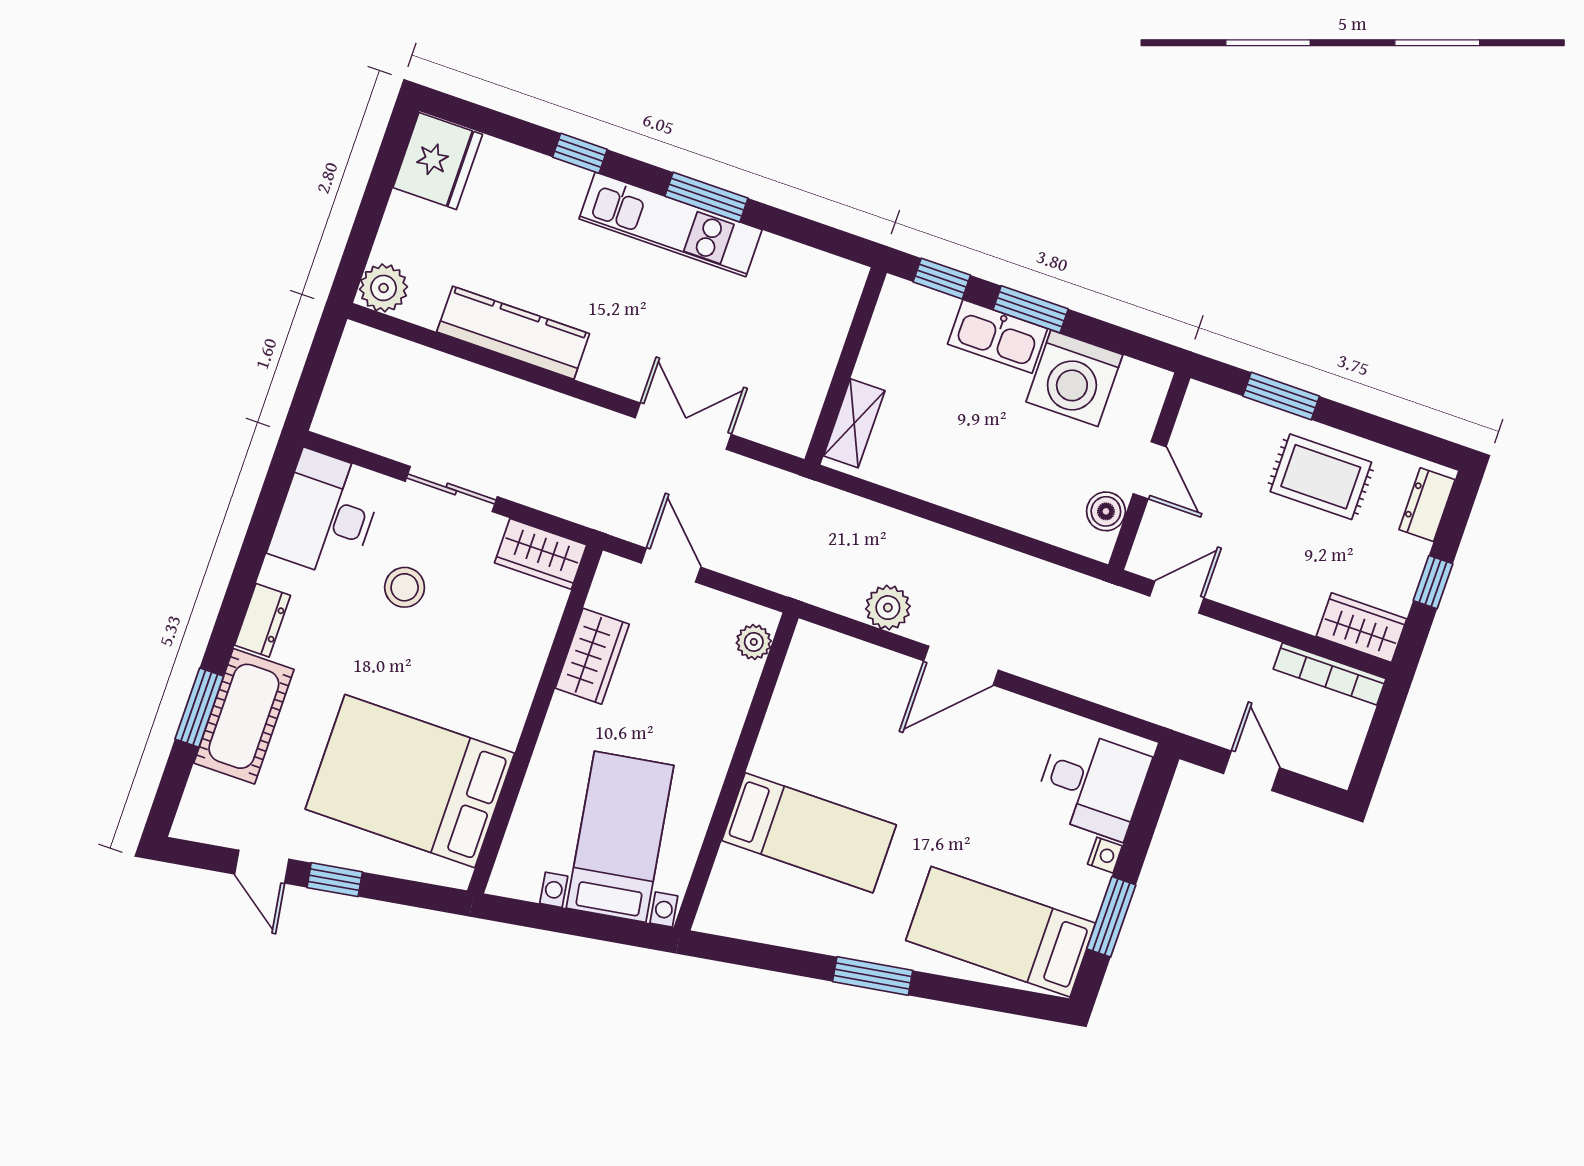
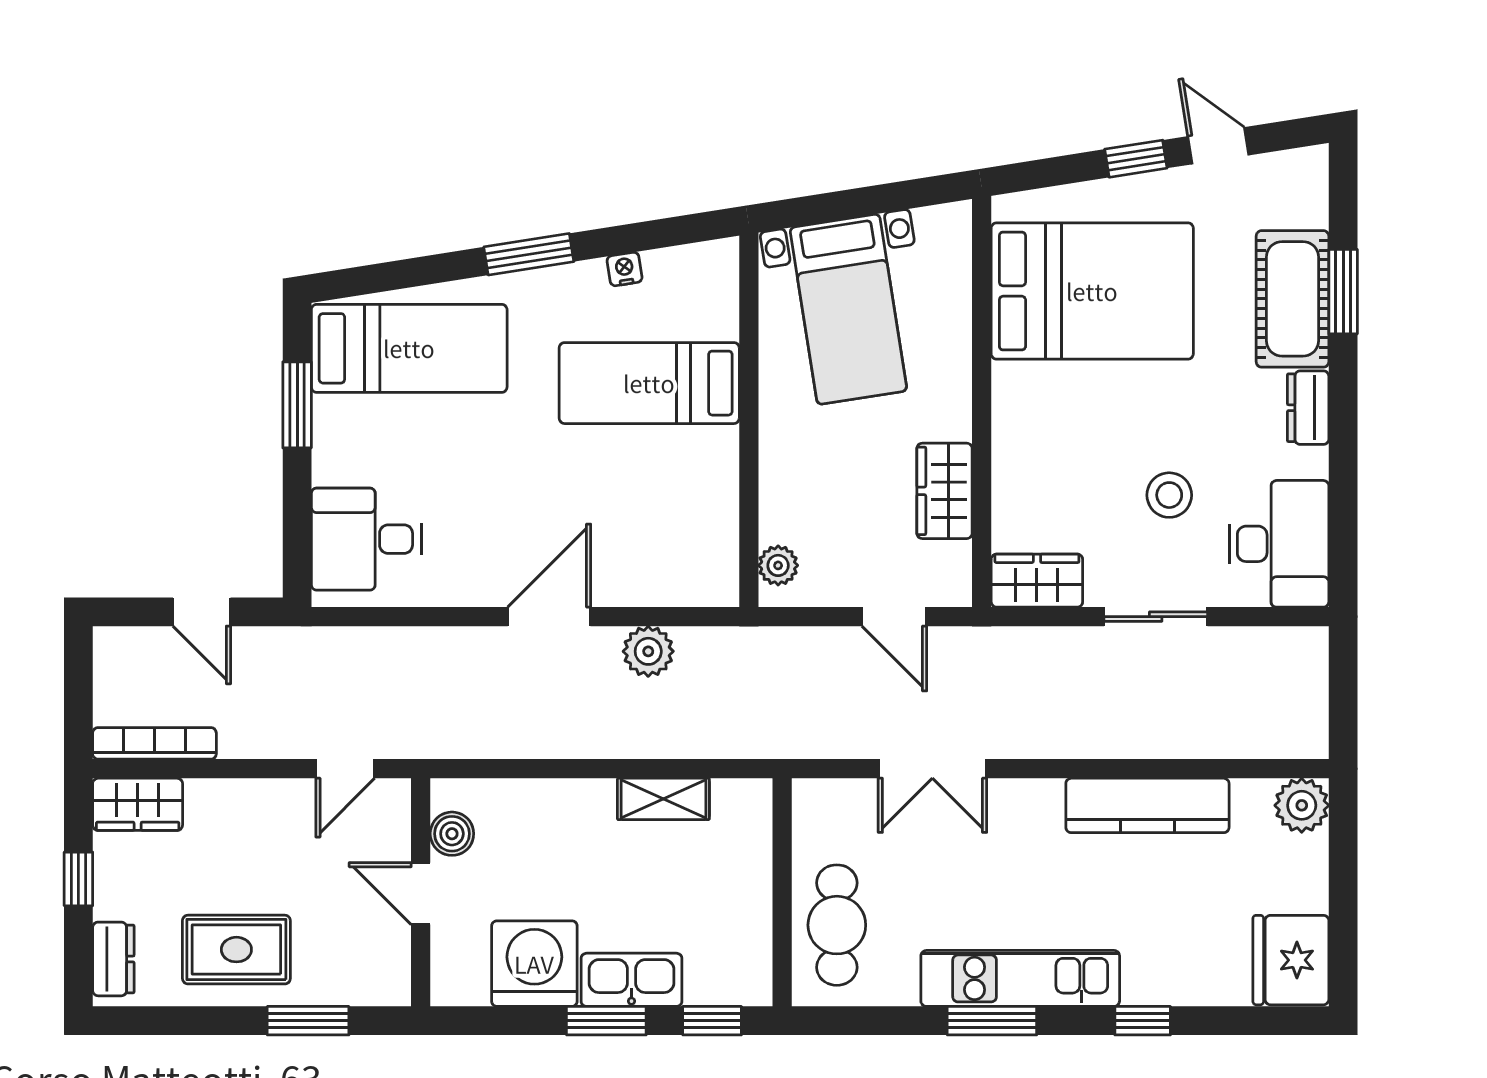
cafe table: (809, 323) -> (837, 925), added
shelving: (854, 423) -> (663, 799), moved, turned 90
nightstand: (1105, 855) -> (625, 269), moved, turned 81

